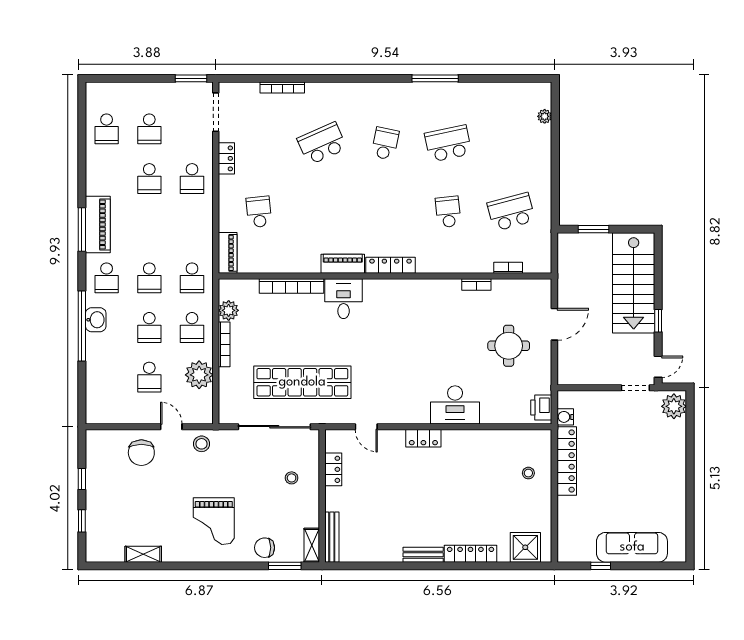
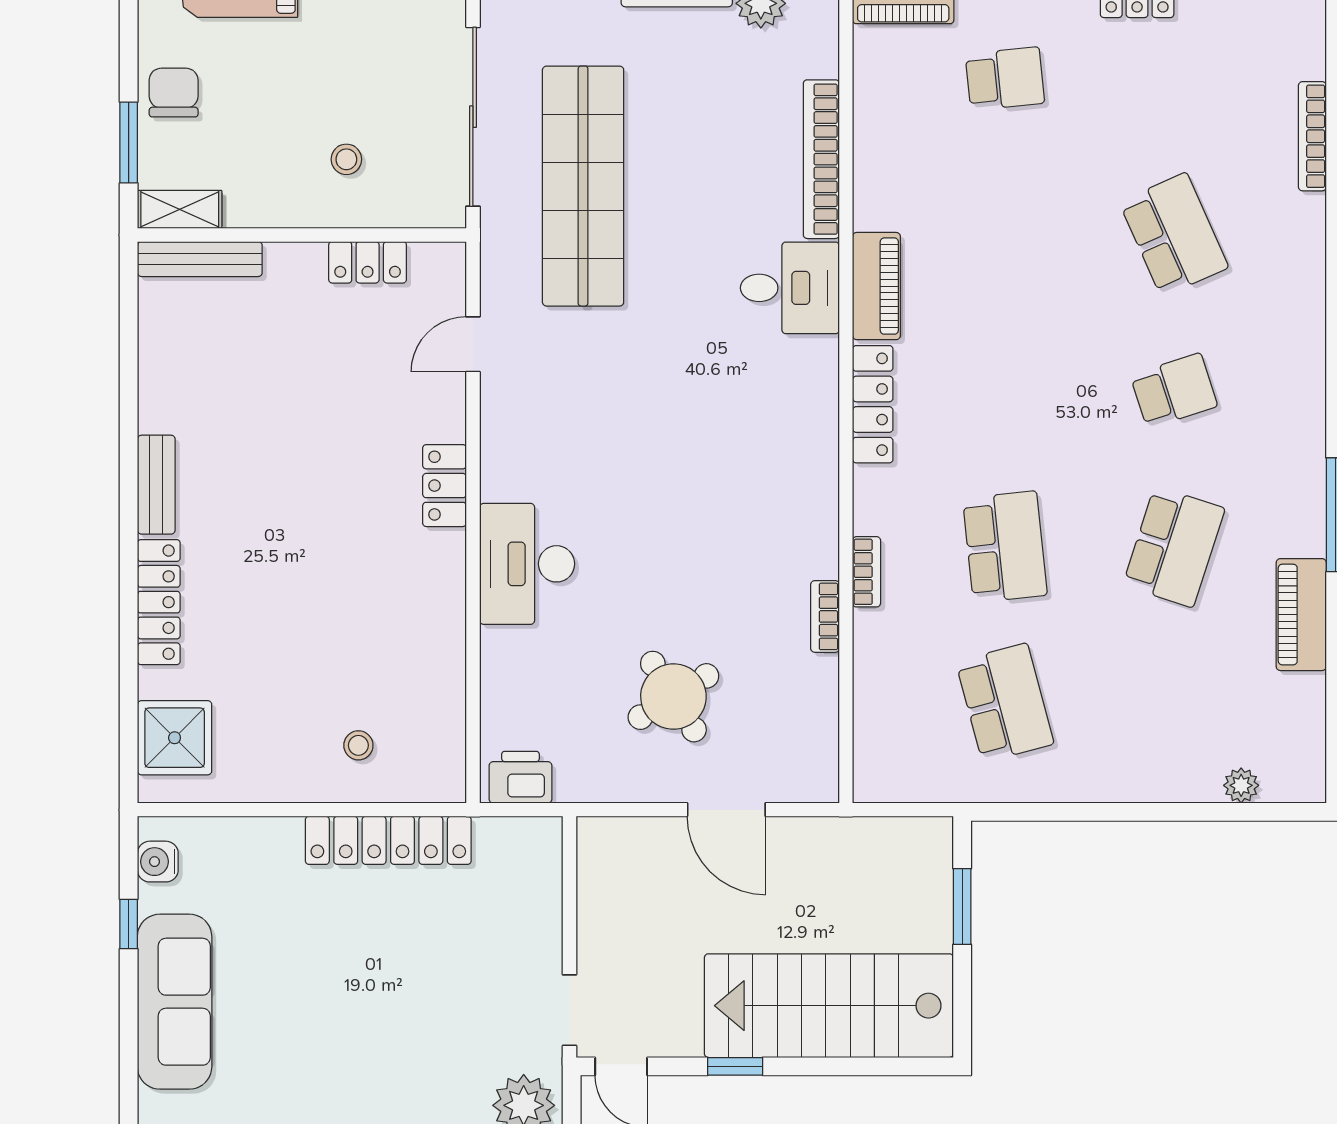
piano: (476, 92) -> (1301, 615), added
school desk: (385, 144) -> (1174, 391), turned -30
school desk: (448, 144) -> (1174, 547), turned 30
school desk: (448, 212) -> (1005, 547), width x1.85
bookcase: (508, 268) -> (867, 572), moved
round table: (509, 346) -> (673, 697), turned -32
water cooler: (565, 417) -> (158, 862), moved, turned -90

